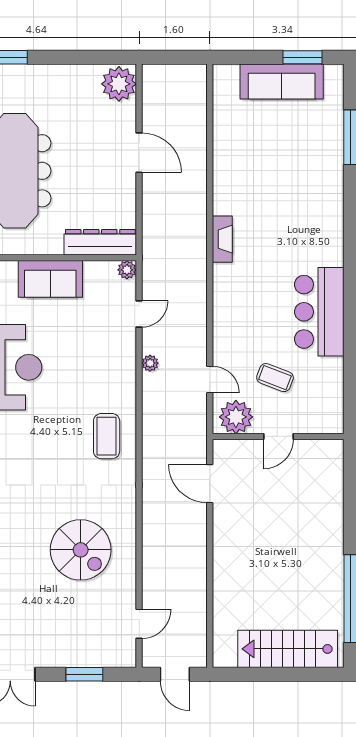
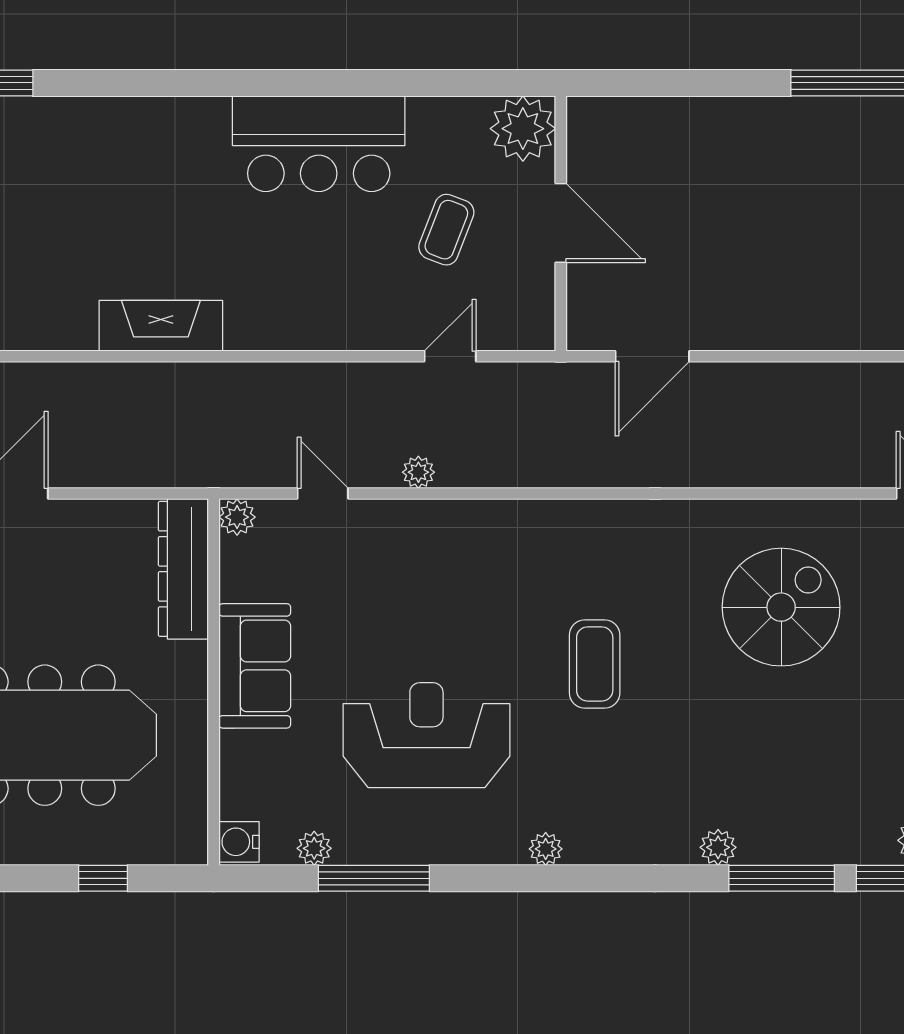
fireplace: (222, 239) -> (161, 326), width x1.37, depth x1.32
plant: (236, 417) -> (523, 129), moved
coffee table: (107, 436) -> (595, 664), moved, turned 90
door: (278, 436) -> (561, 223), width x1.38

